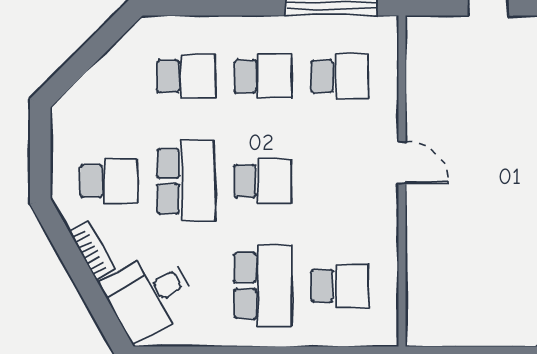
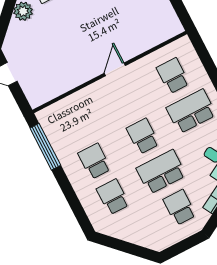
school desk: (340, 76) -> (76, 126), removed
door: (402, 163) -> (115, 69), moved

